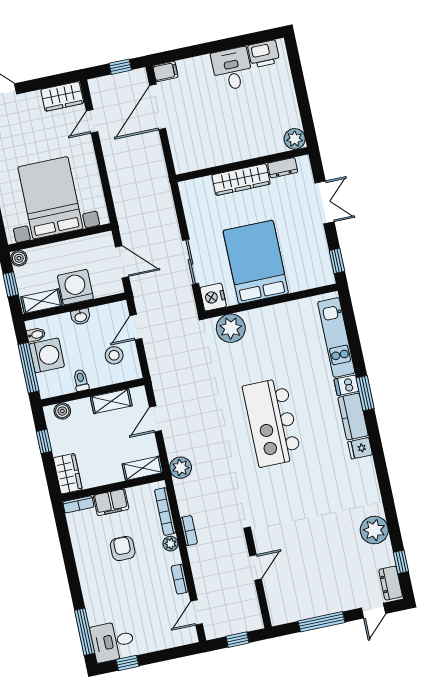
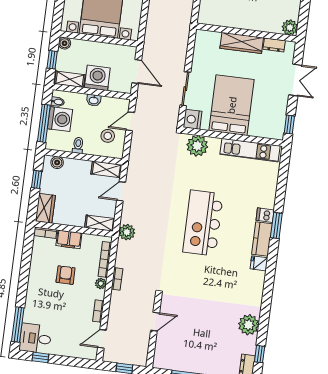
kitchen unit: (336, 337) -> (250, 150), moved, turned -90
shelving: (111, 401) -> (106, 169), moved

